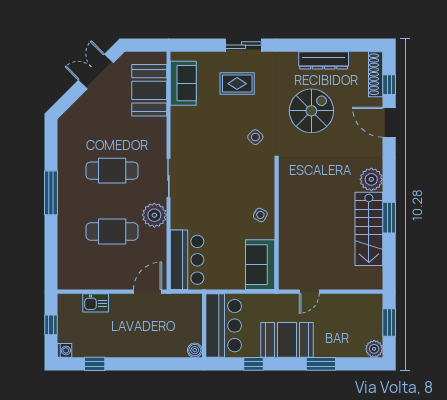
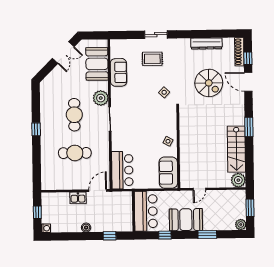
double door: (96, 71) -> (63, 52), swing flipped
sofa: (183, 83) -> (118, 72), moved
spiral stairs: (311, 111) -> (209, 83), moved, turned 90
cafe table: (112, 171) -> (74, 115), turned 90
plant: (371, 179) -> (238, 180), moved
window: (51, 193) -> (36, 129), width x0.46
plant: (154, 215) -> (101, 98), moved
window: (389, 218) -> (249, 127), moved
kitchen sink: (96, 303) -> (78, 198), moved
boiler: (195, 350) -> (86, 228), moved
window: (95, 364) -> (110, 236), moved

